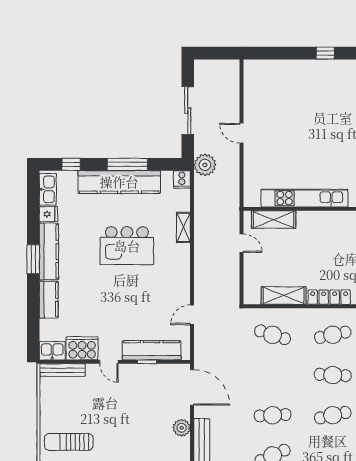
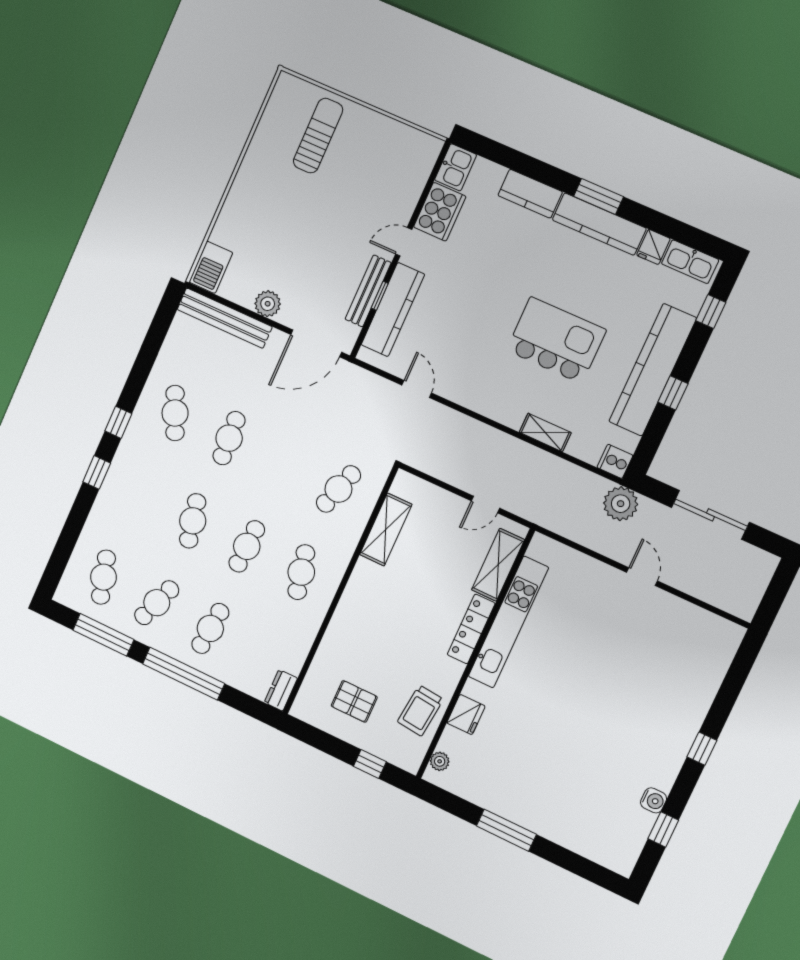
door: (242, 133) -> (642, 577), hinge flipped
window: (127, 164) -> (673, 393), width x0.46
kitchen island: (127, 246) -> (556, 340), turned 90
locker: (329, 297) -> (471, 629), moved, turned 180
bench: (62, 370) -> (368, 291), moved

